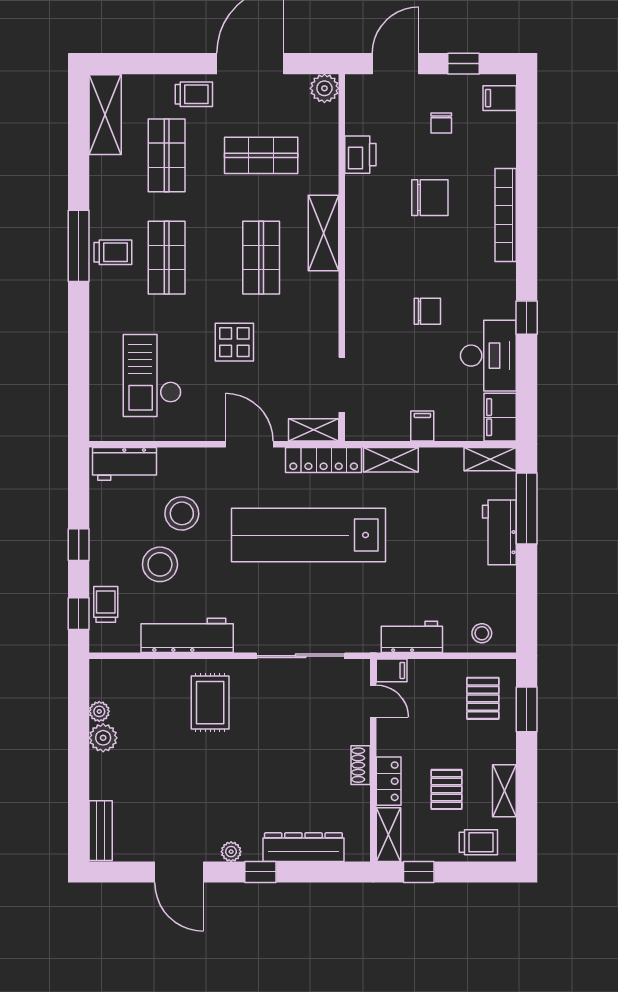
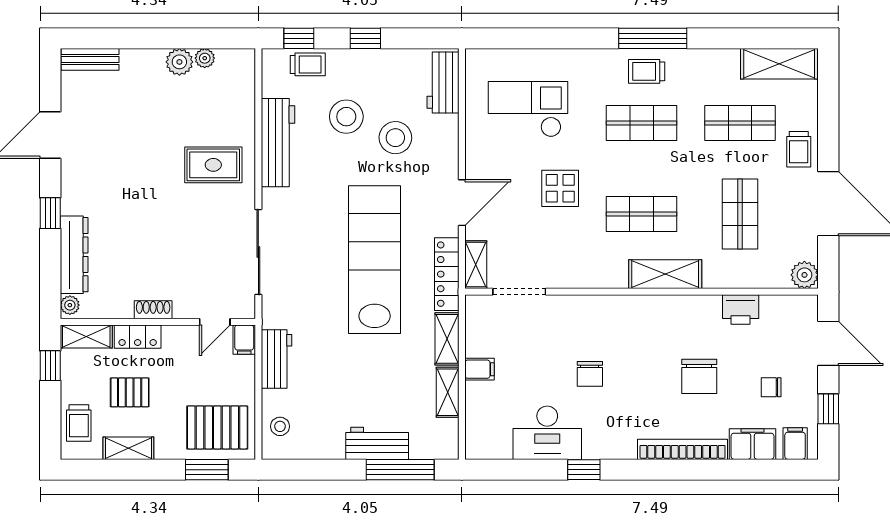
trolley: (113, 252) -> (647, 71), turned 90
filing cabinet: (500, 417) -> (753, 444), moved
shelving: (490, 459) -> (448, 392), moved
pallet: (483, 698) -> (217, 427), width x1.50, depth x1.42
plant: (231, 852) -> (70, 305), moved

